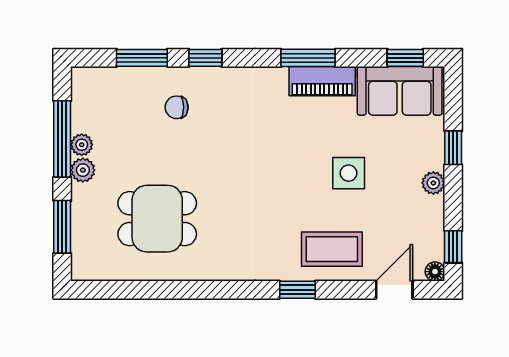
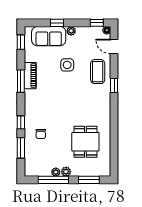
sofa: (400, 91) -> (49, 36), moved, turned 90

